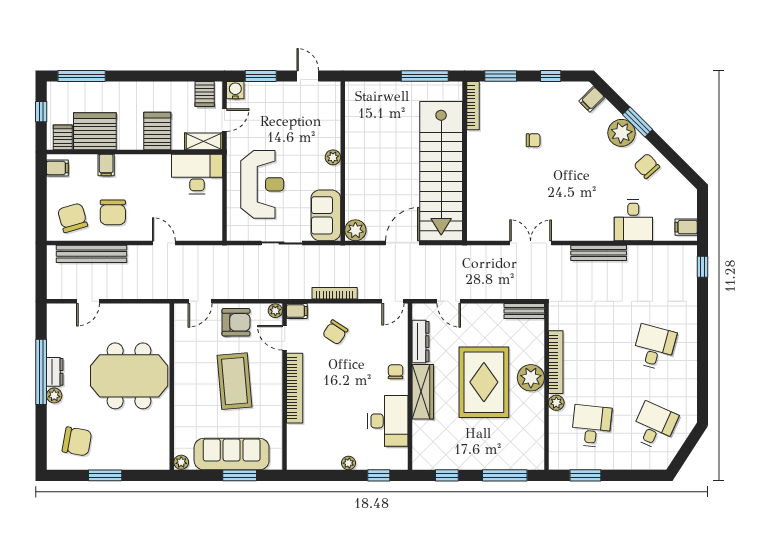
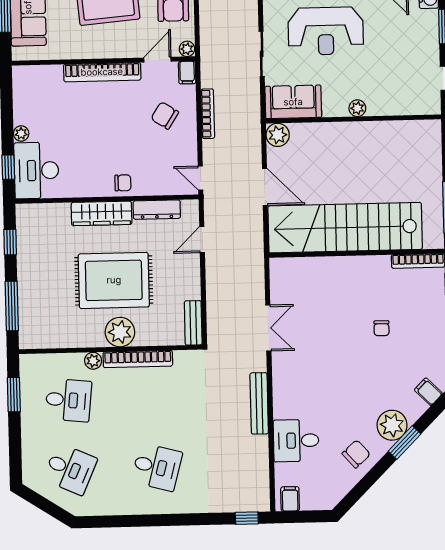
desk: (388, 421) -> (36, 170), moved, turned 90

